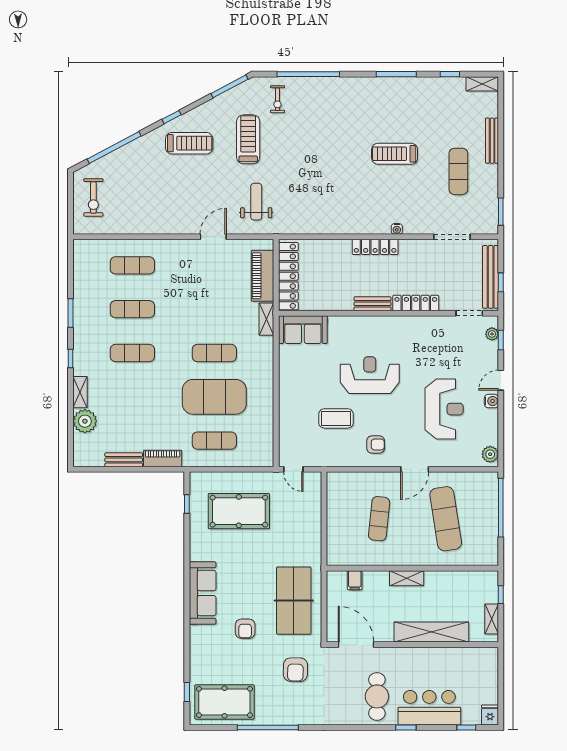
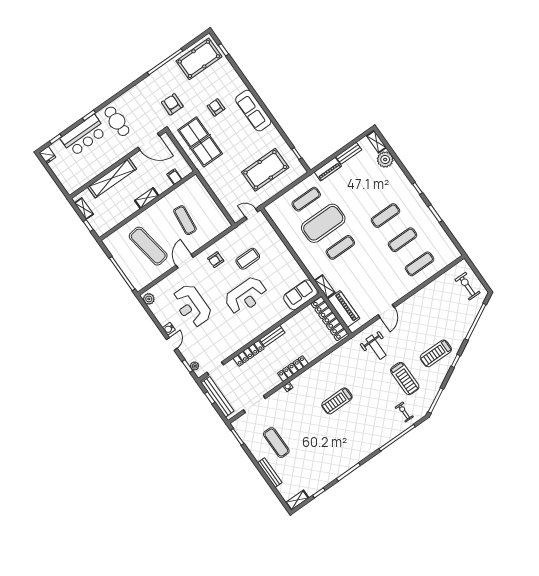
treadmill: (395, 154) -> (337, 401), moved, turned 180
shelving: (80, 392) -> (377, 142), moved

